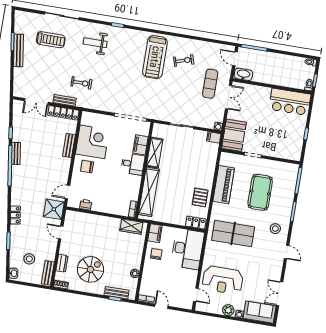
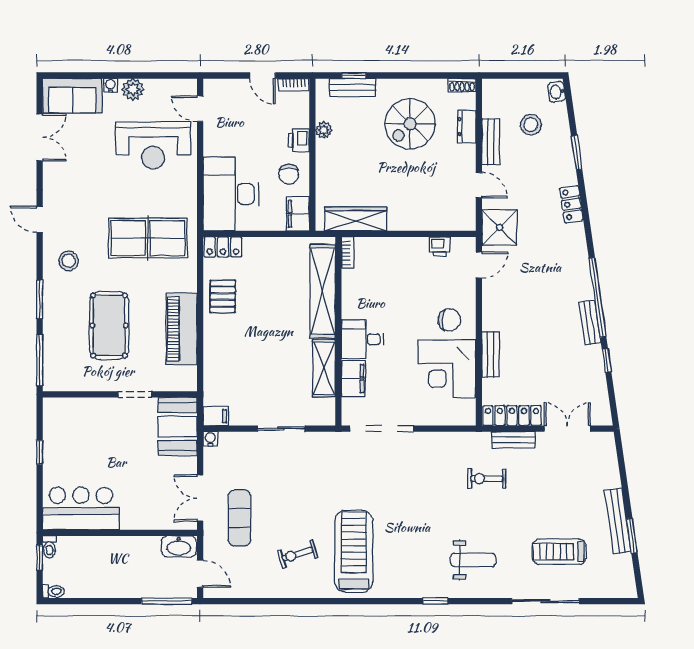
wardrobe: (131, 227) -> (356, 219), width x1.50
printer: (148, 270) -> (299, 140), added
bench: (48, 273) -> (491, 142), moved
reception desk: (223, 280) -> (153, 145), turned 180

